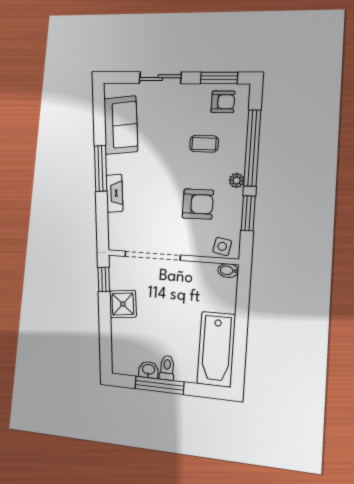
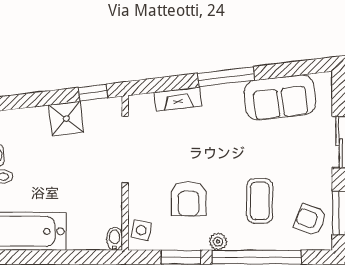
armchair: (223, 102) -> (310, 220), turned 110
coffee table: (204, 144) -> (260, 201), width x1.36, depth x1.30
fireplace: (114, 193) -> (178, 99), moved

